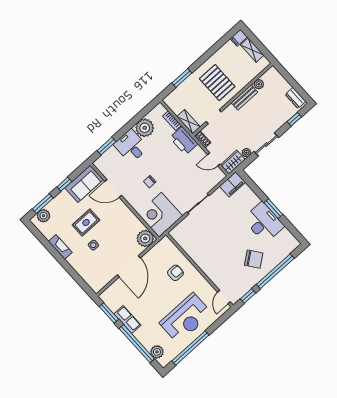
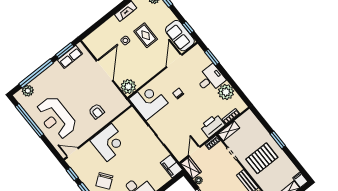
window: (182, 78) -> (278, 140), moved
window: (64, 184) -> (188, 28), moved
corner desk: (210, 256) -> (109, 143), added
door: (129, 266) -> (105, 71), swing flipped
row of seats: (127, 320) -> (70, 57), moved

